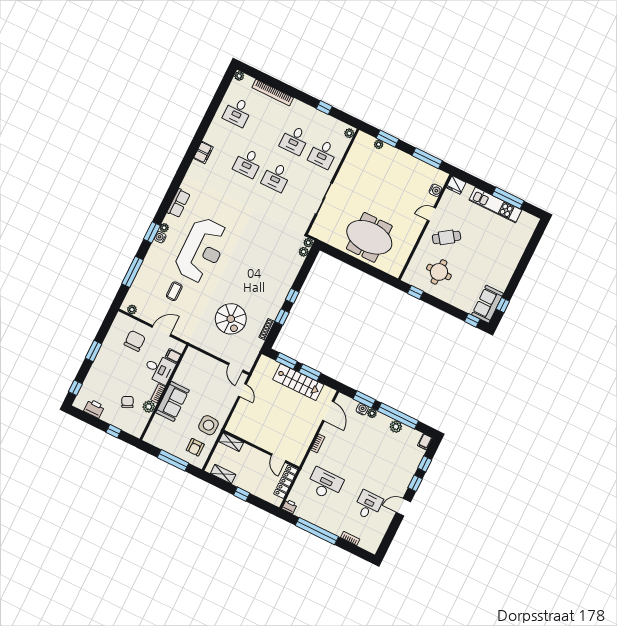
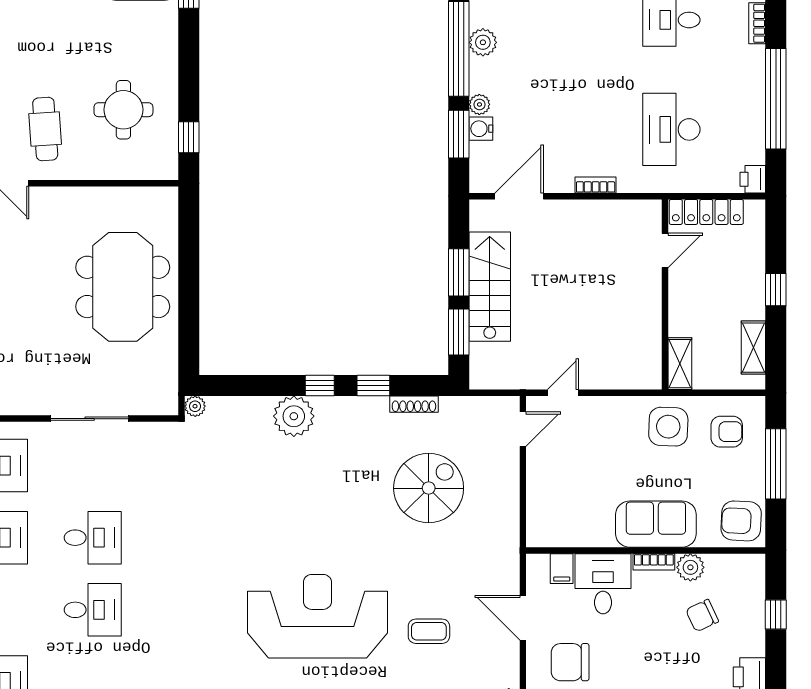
cafe table: (447, 237) -> (45, 129), turned 31
plant: (304, 252) -> (294, 416), moved, width x1.87, depth x1.87
armchair: (157, 436) -> (741, 521), added

